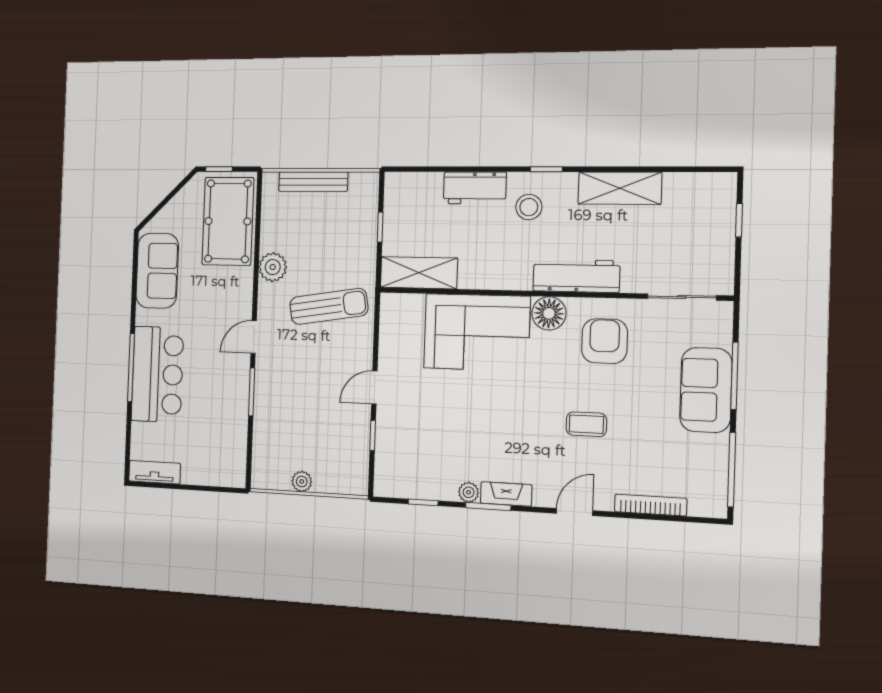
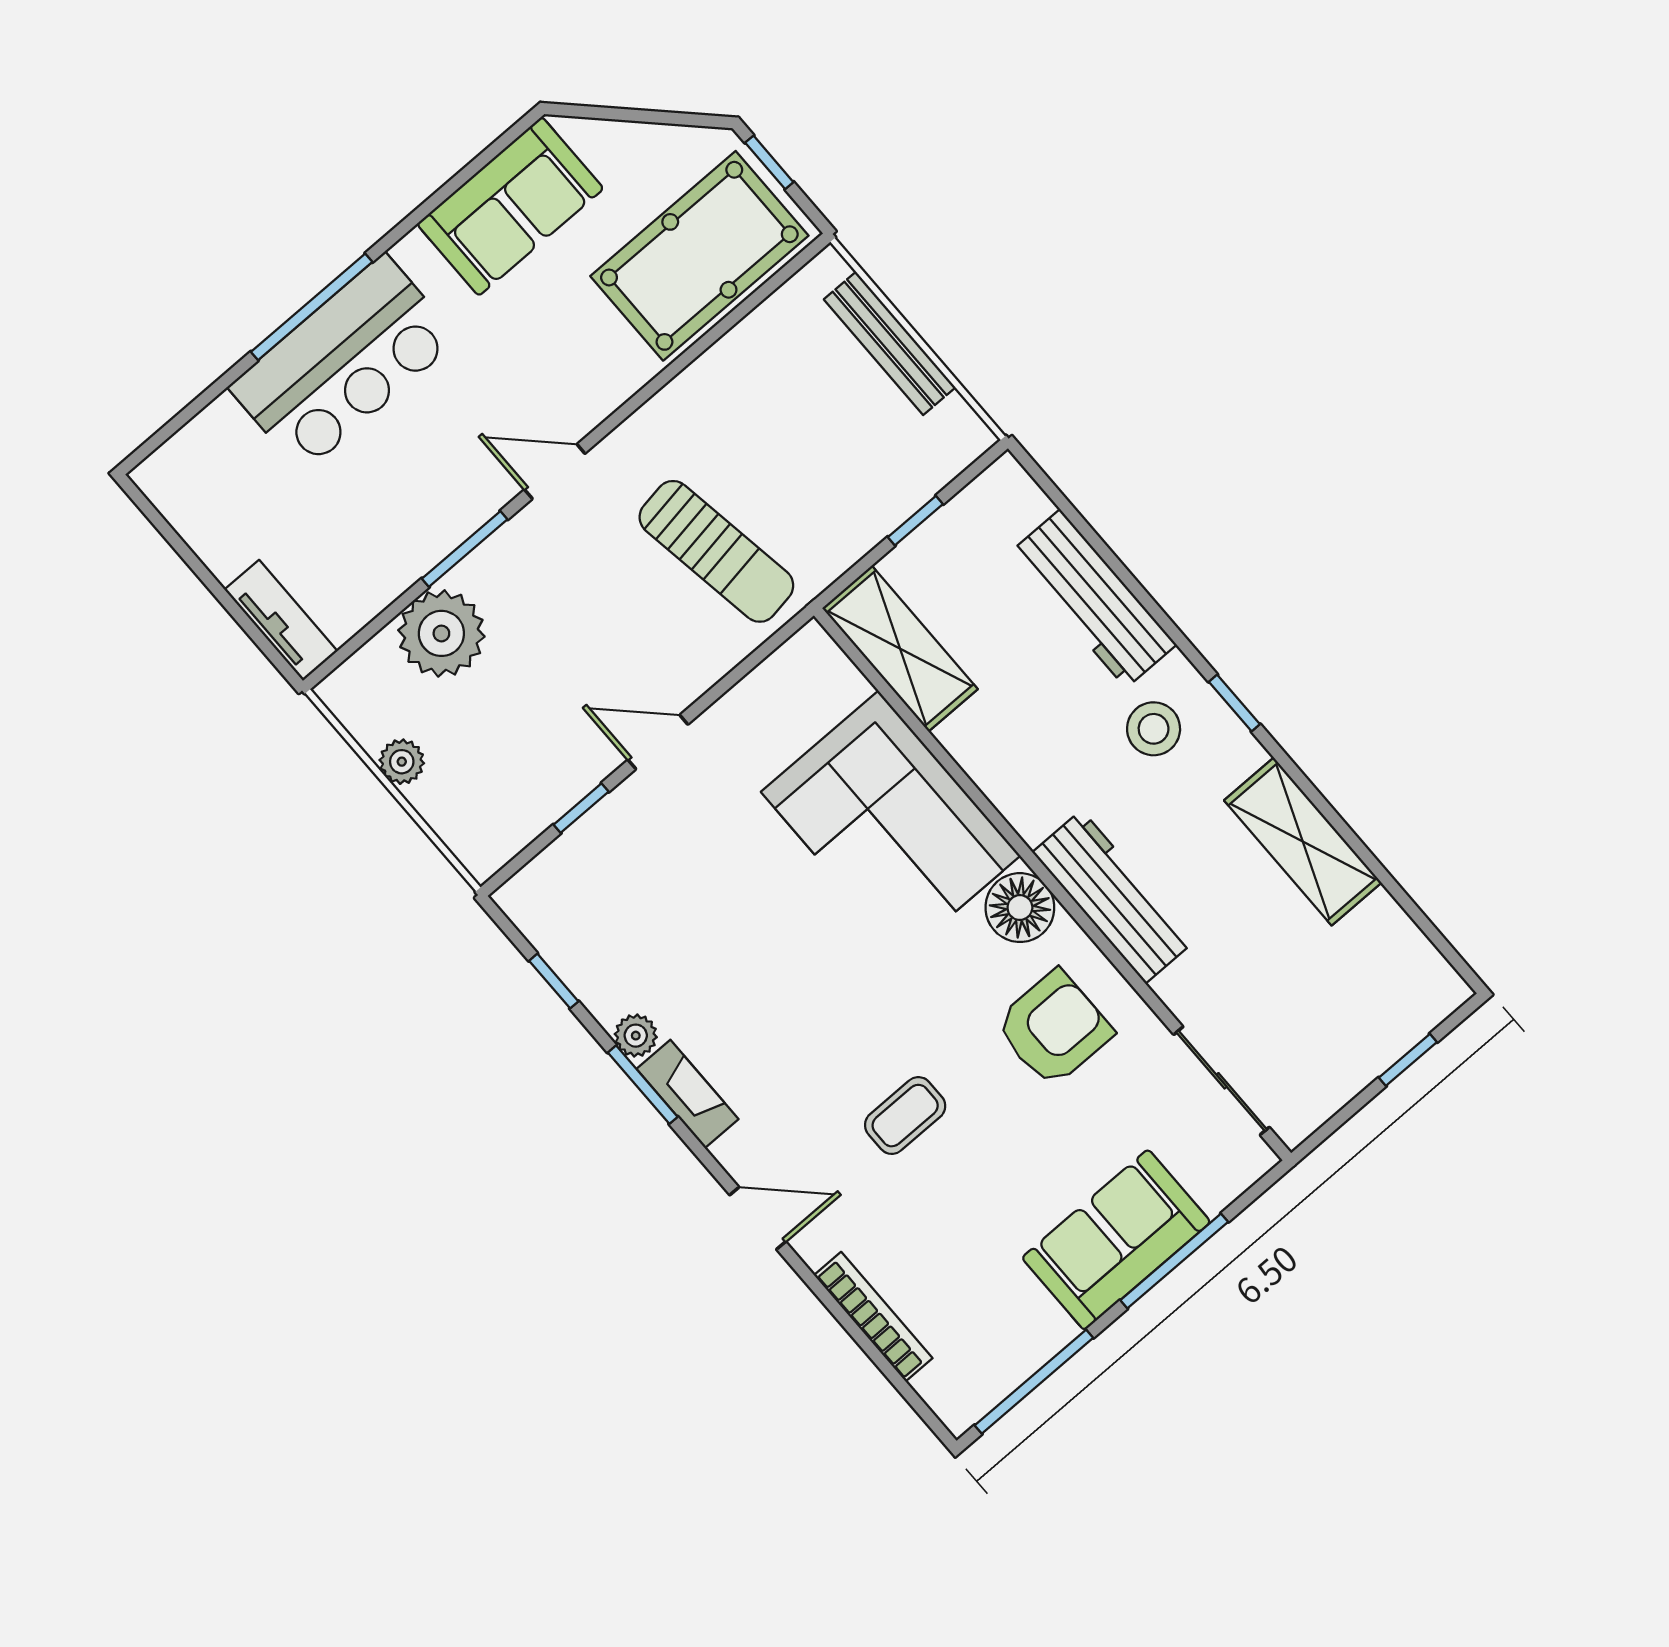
workbench: (475, 188) -> (1093, 599), width x1.38
plant: (273, 267) -> (441, 633), moved, width x1.36, depth x1.36
coffee table: (586, 424) -> (905, 1116), turned 90
tv unit: (155, 472) -> (281, 620), moved

